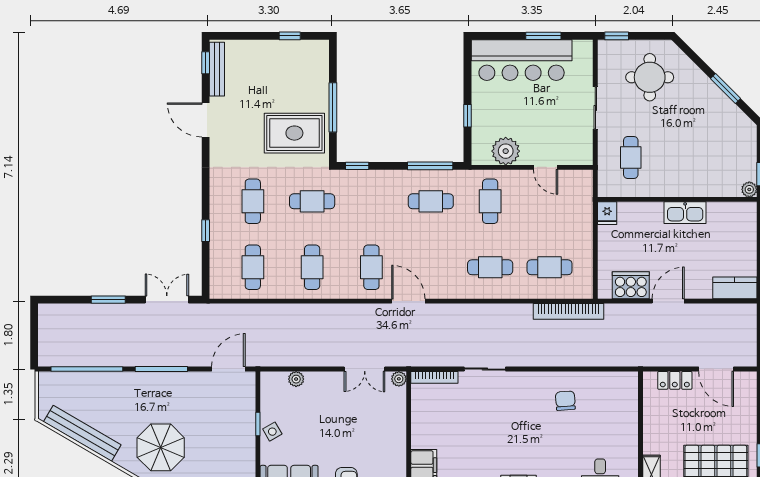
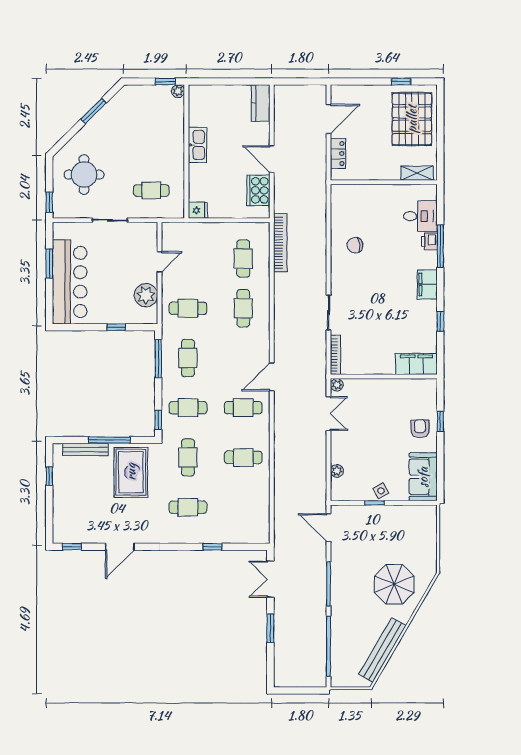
bench: (217, 69) -> (85, 449), moved
cafe table: (253, 267) -> (188, 408), moved

